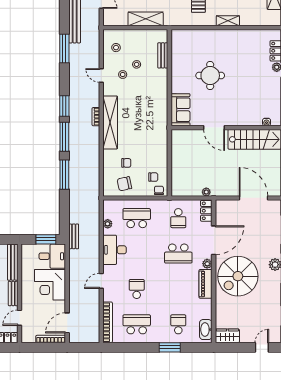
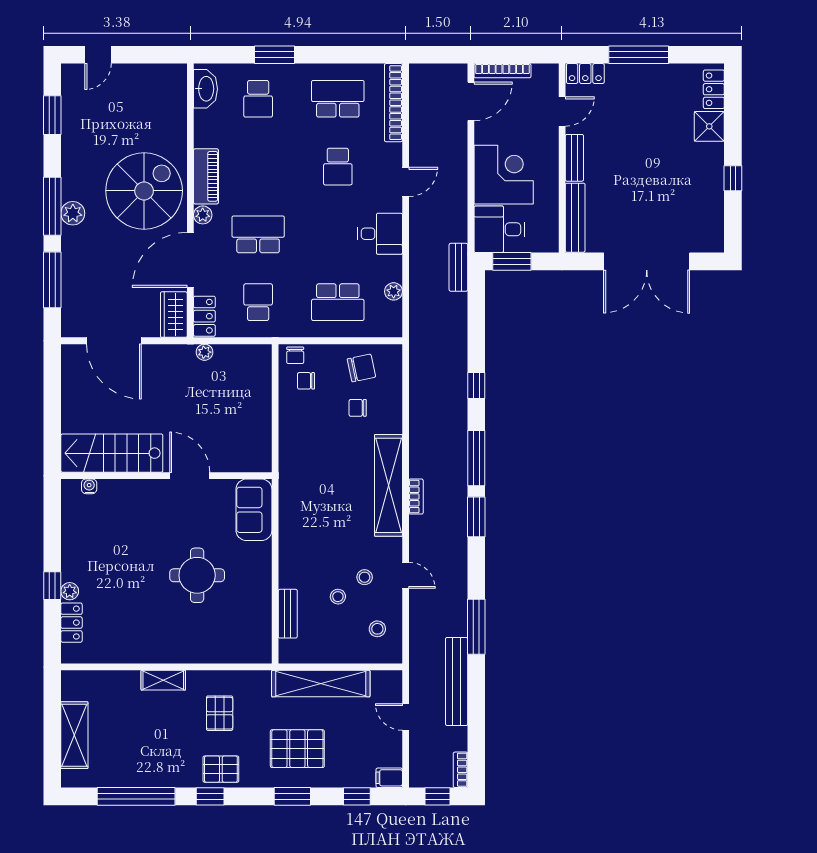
shelving: (146, 19) -> (321, 684), width x1.47
window: (64, 175) -> (476, 386), width x0.46
desk: (115, 250) -> (380, 234), width x0.73
school desk: (137, 324) -> (338, 99), turned 180
wardrobe: (227, 336) -> (174, 315), moved, turned 90

